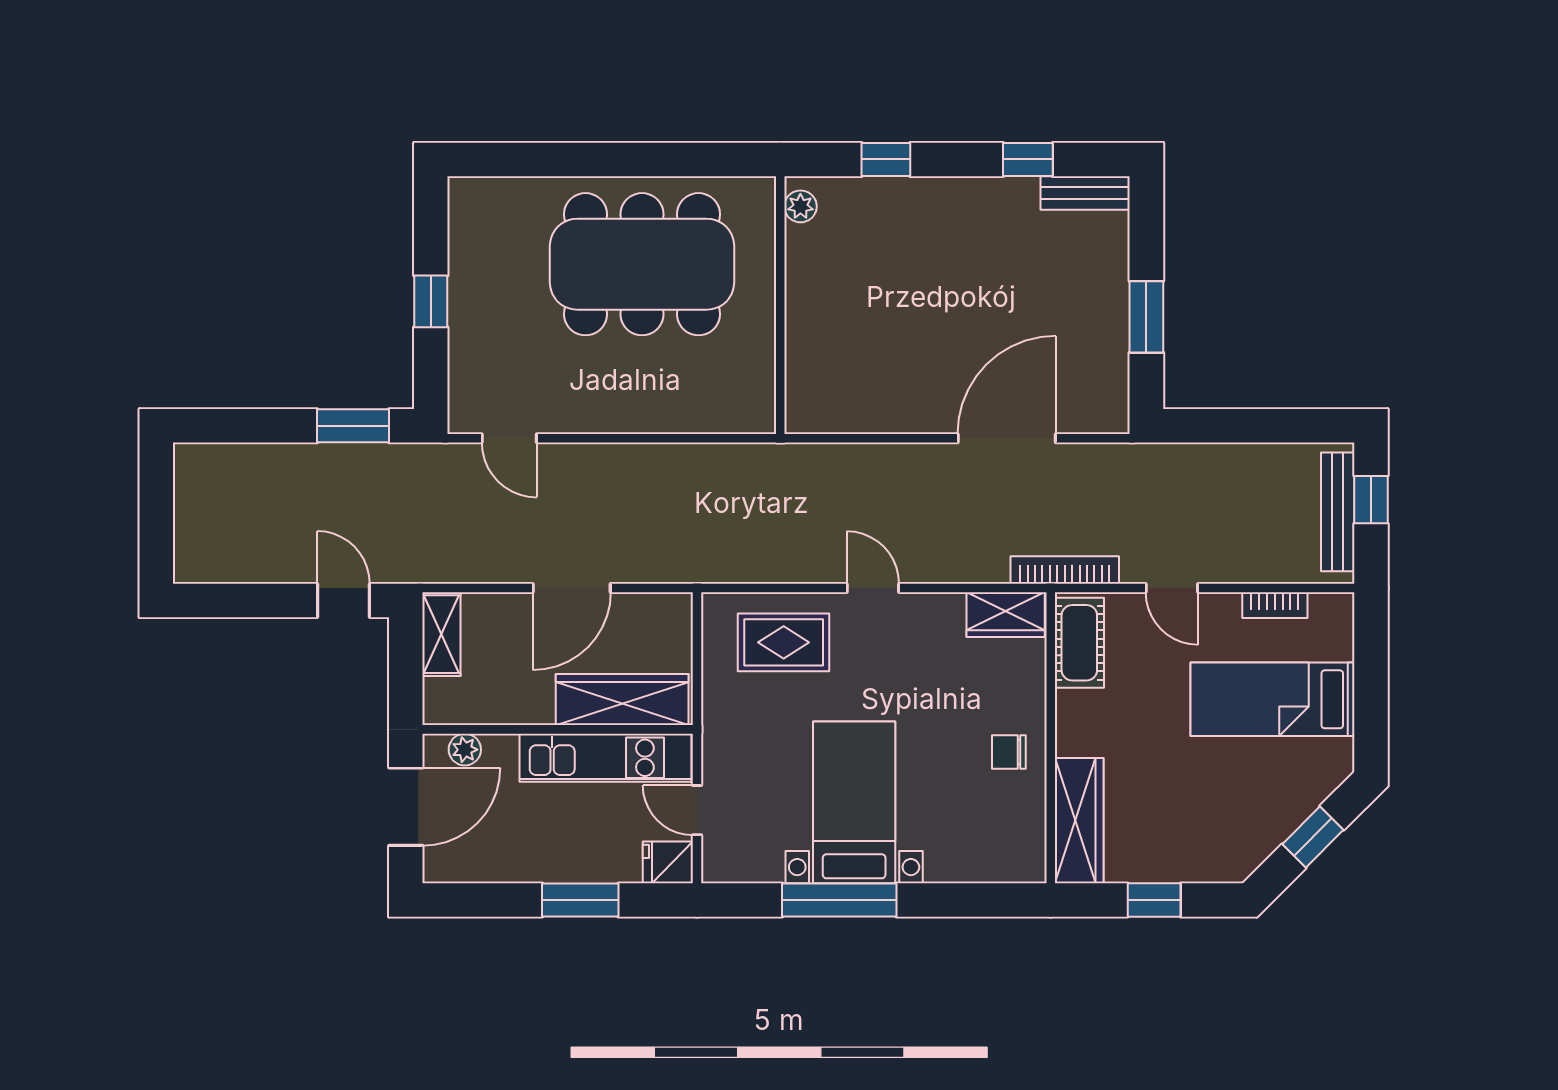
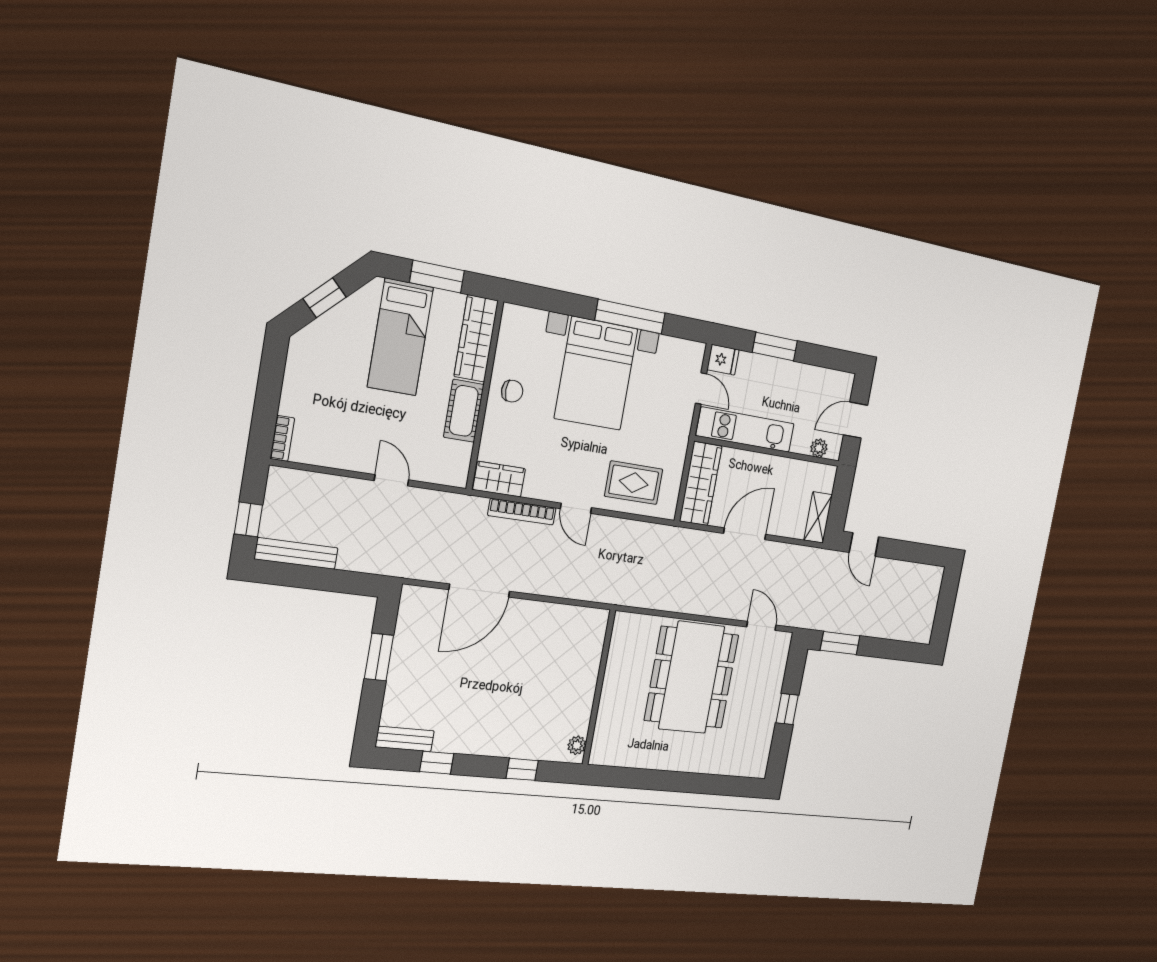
dining table: (642, 264) -> (692, 677), moved, turned 90
bench: (1338, 512) -> (296, 553), moved, turned 90
bookcase: (1065, 570) -> (522, 512), moved
bookcase: (1275, 605) -> (282, 438), moved, turned 90
cot: (1079, 643) -> (464, 411), moved
bed: (1272, 699) -> (400, 337), moved, turned 90
wardrobe: (622, 700) -> (701, 484), moved, turned -90
bed with nightstands: (854, 802) -> (596, 374), width x1.36
door: (406, 807) -> (855, 420), width x0.73
window: (1154, 900) -> (437, 277), width x1.50

